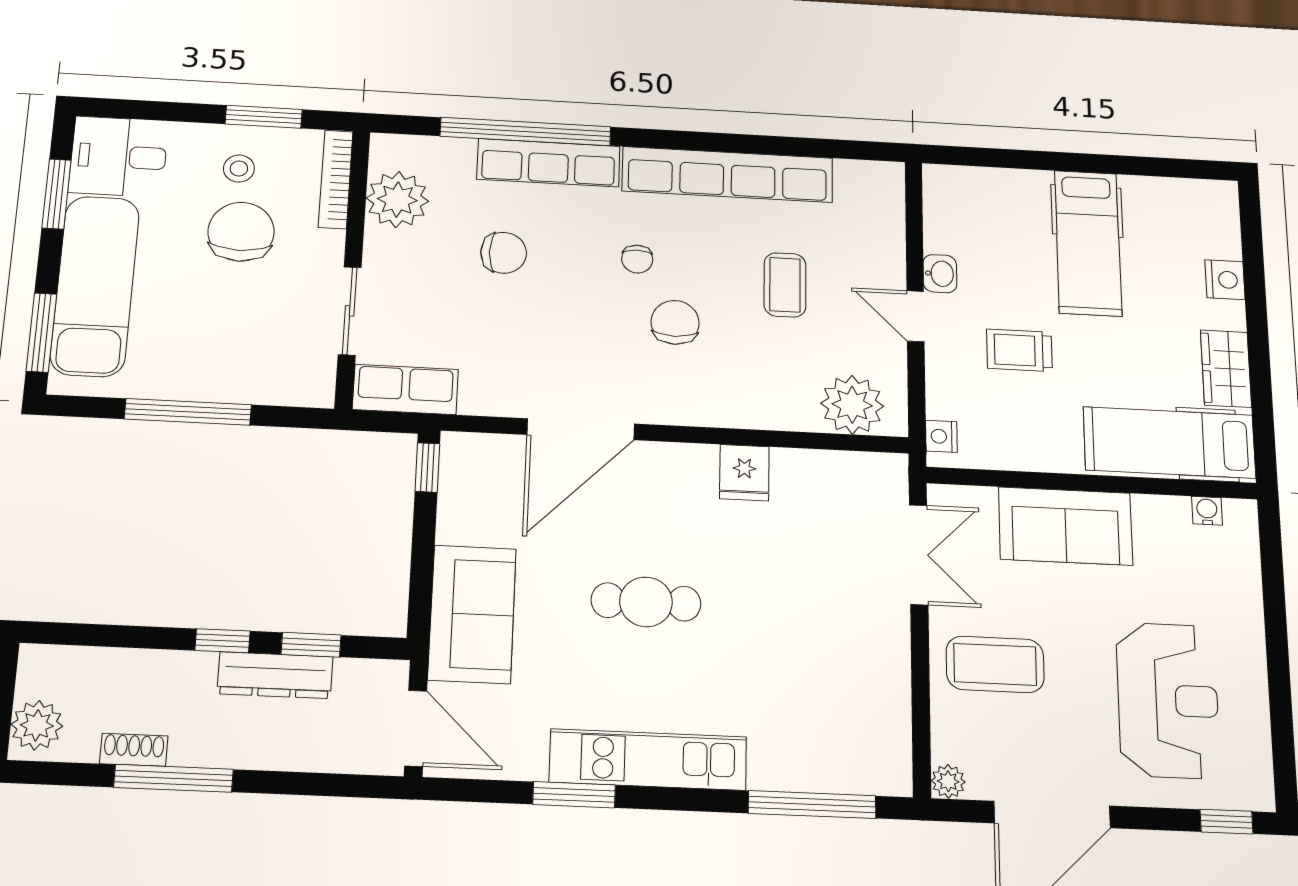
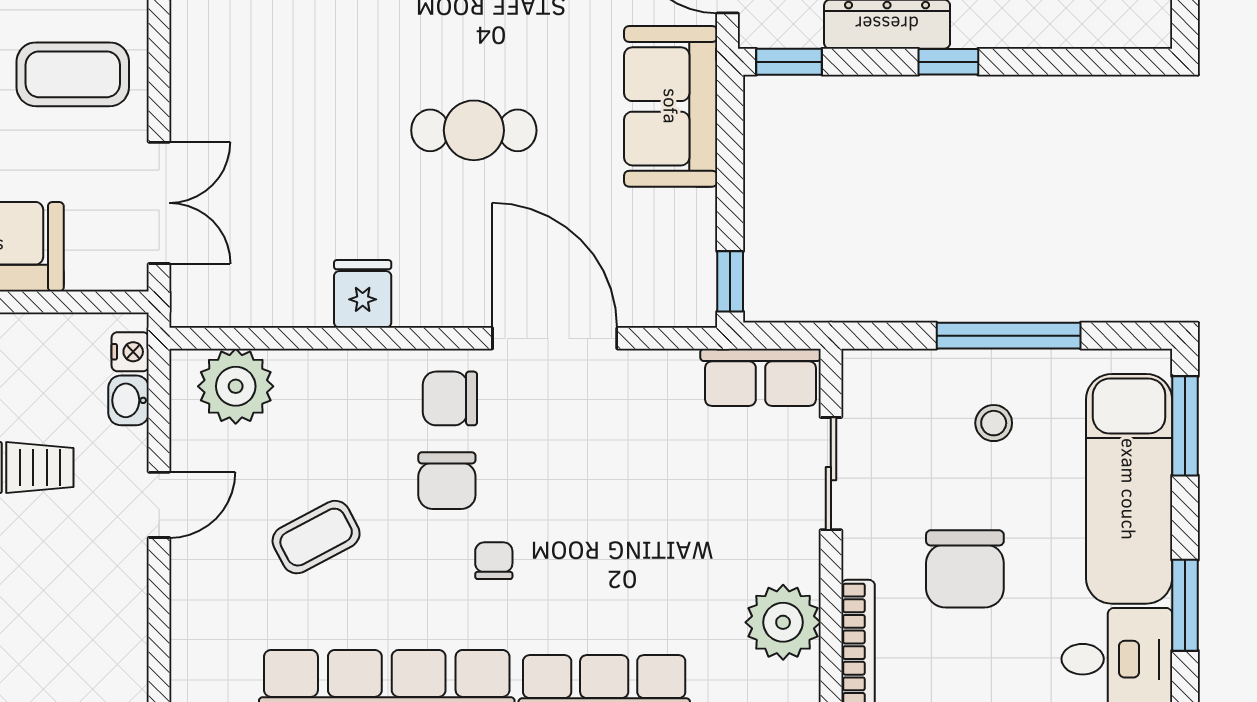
stool: (239, 169) -> (994, 423), moved
chair: (504, 253) -> (450, 398), moved
washbasin: (940, 274) -> (129, 400), moved
coffee table: (785, 285) -> (316, 537), turned 62
door: (915, 316) -> (159, 505), hinge flipped
door: (581, 429) -> (555, 338), hinge flipped
double door: (919, 555) -> (159, 203), swing flipped
window: (311, 645) -> (789, 62), moved

